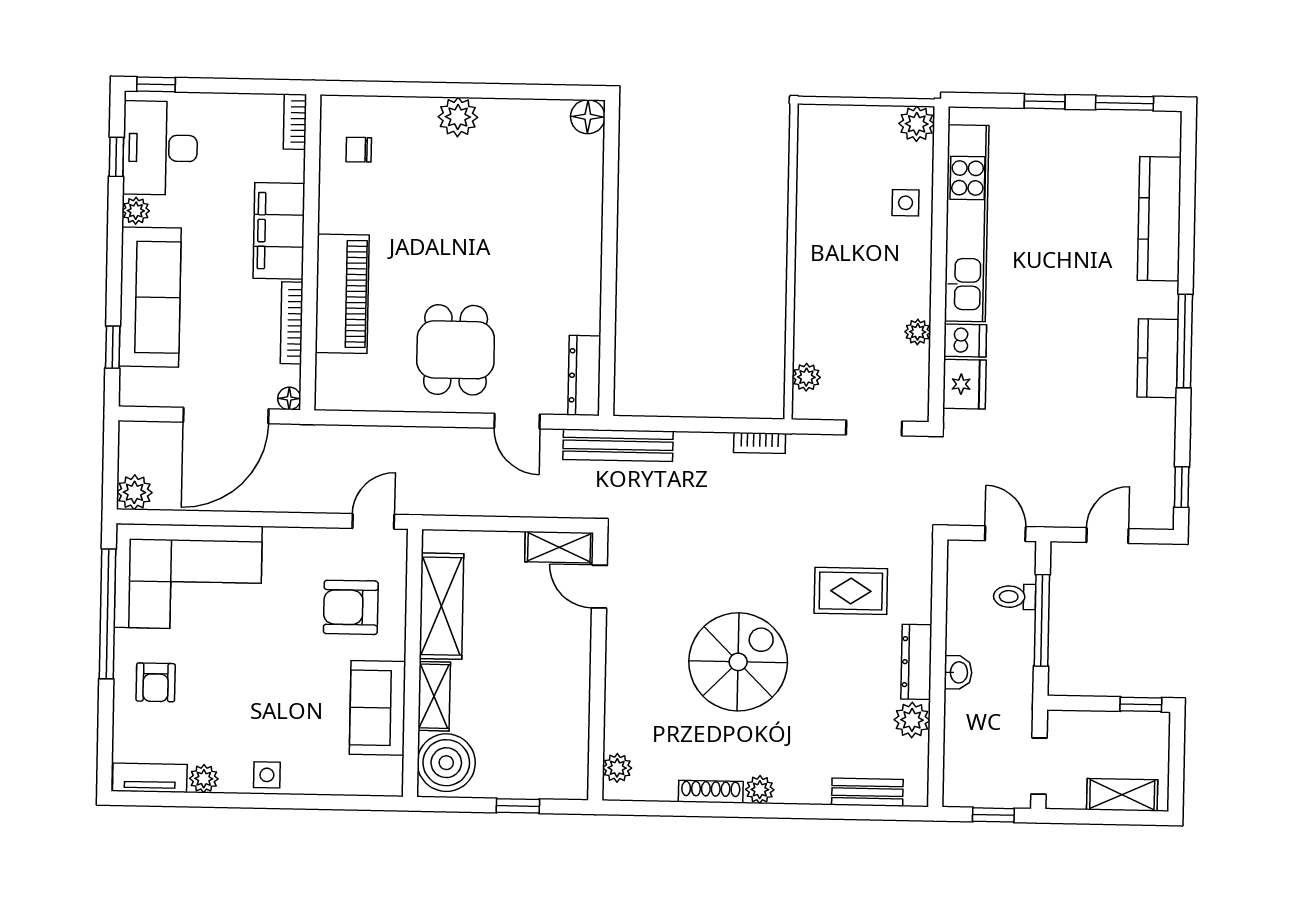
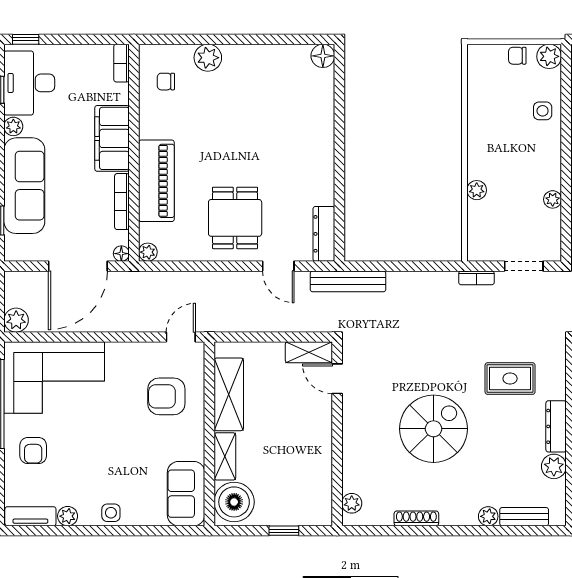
plant: (458, 117) -> (208, 58), moved
chair: (870, 122) -> (517, 56), added
plant: (806, 377) -> (477, 190), moved
plant: (328, 397) -> (148, 252), added
bookcase: (760, 443) -> (476, 278), moved
sofa: (377, 708) -> (186, 494), moved
plant: (760, 790) -> (488, 516), moved

